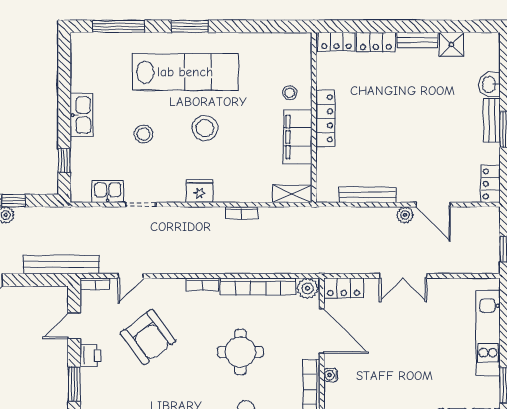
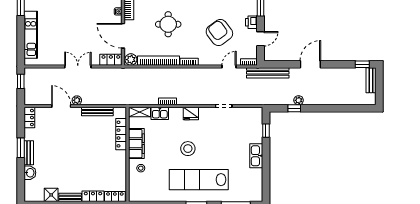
locker: (325, 118) -> (121, 134), moved
stool: (144, 134) -> (222, 145), removed
kitchen sink: (108, 191) -> (160, 113), moved

